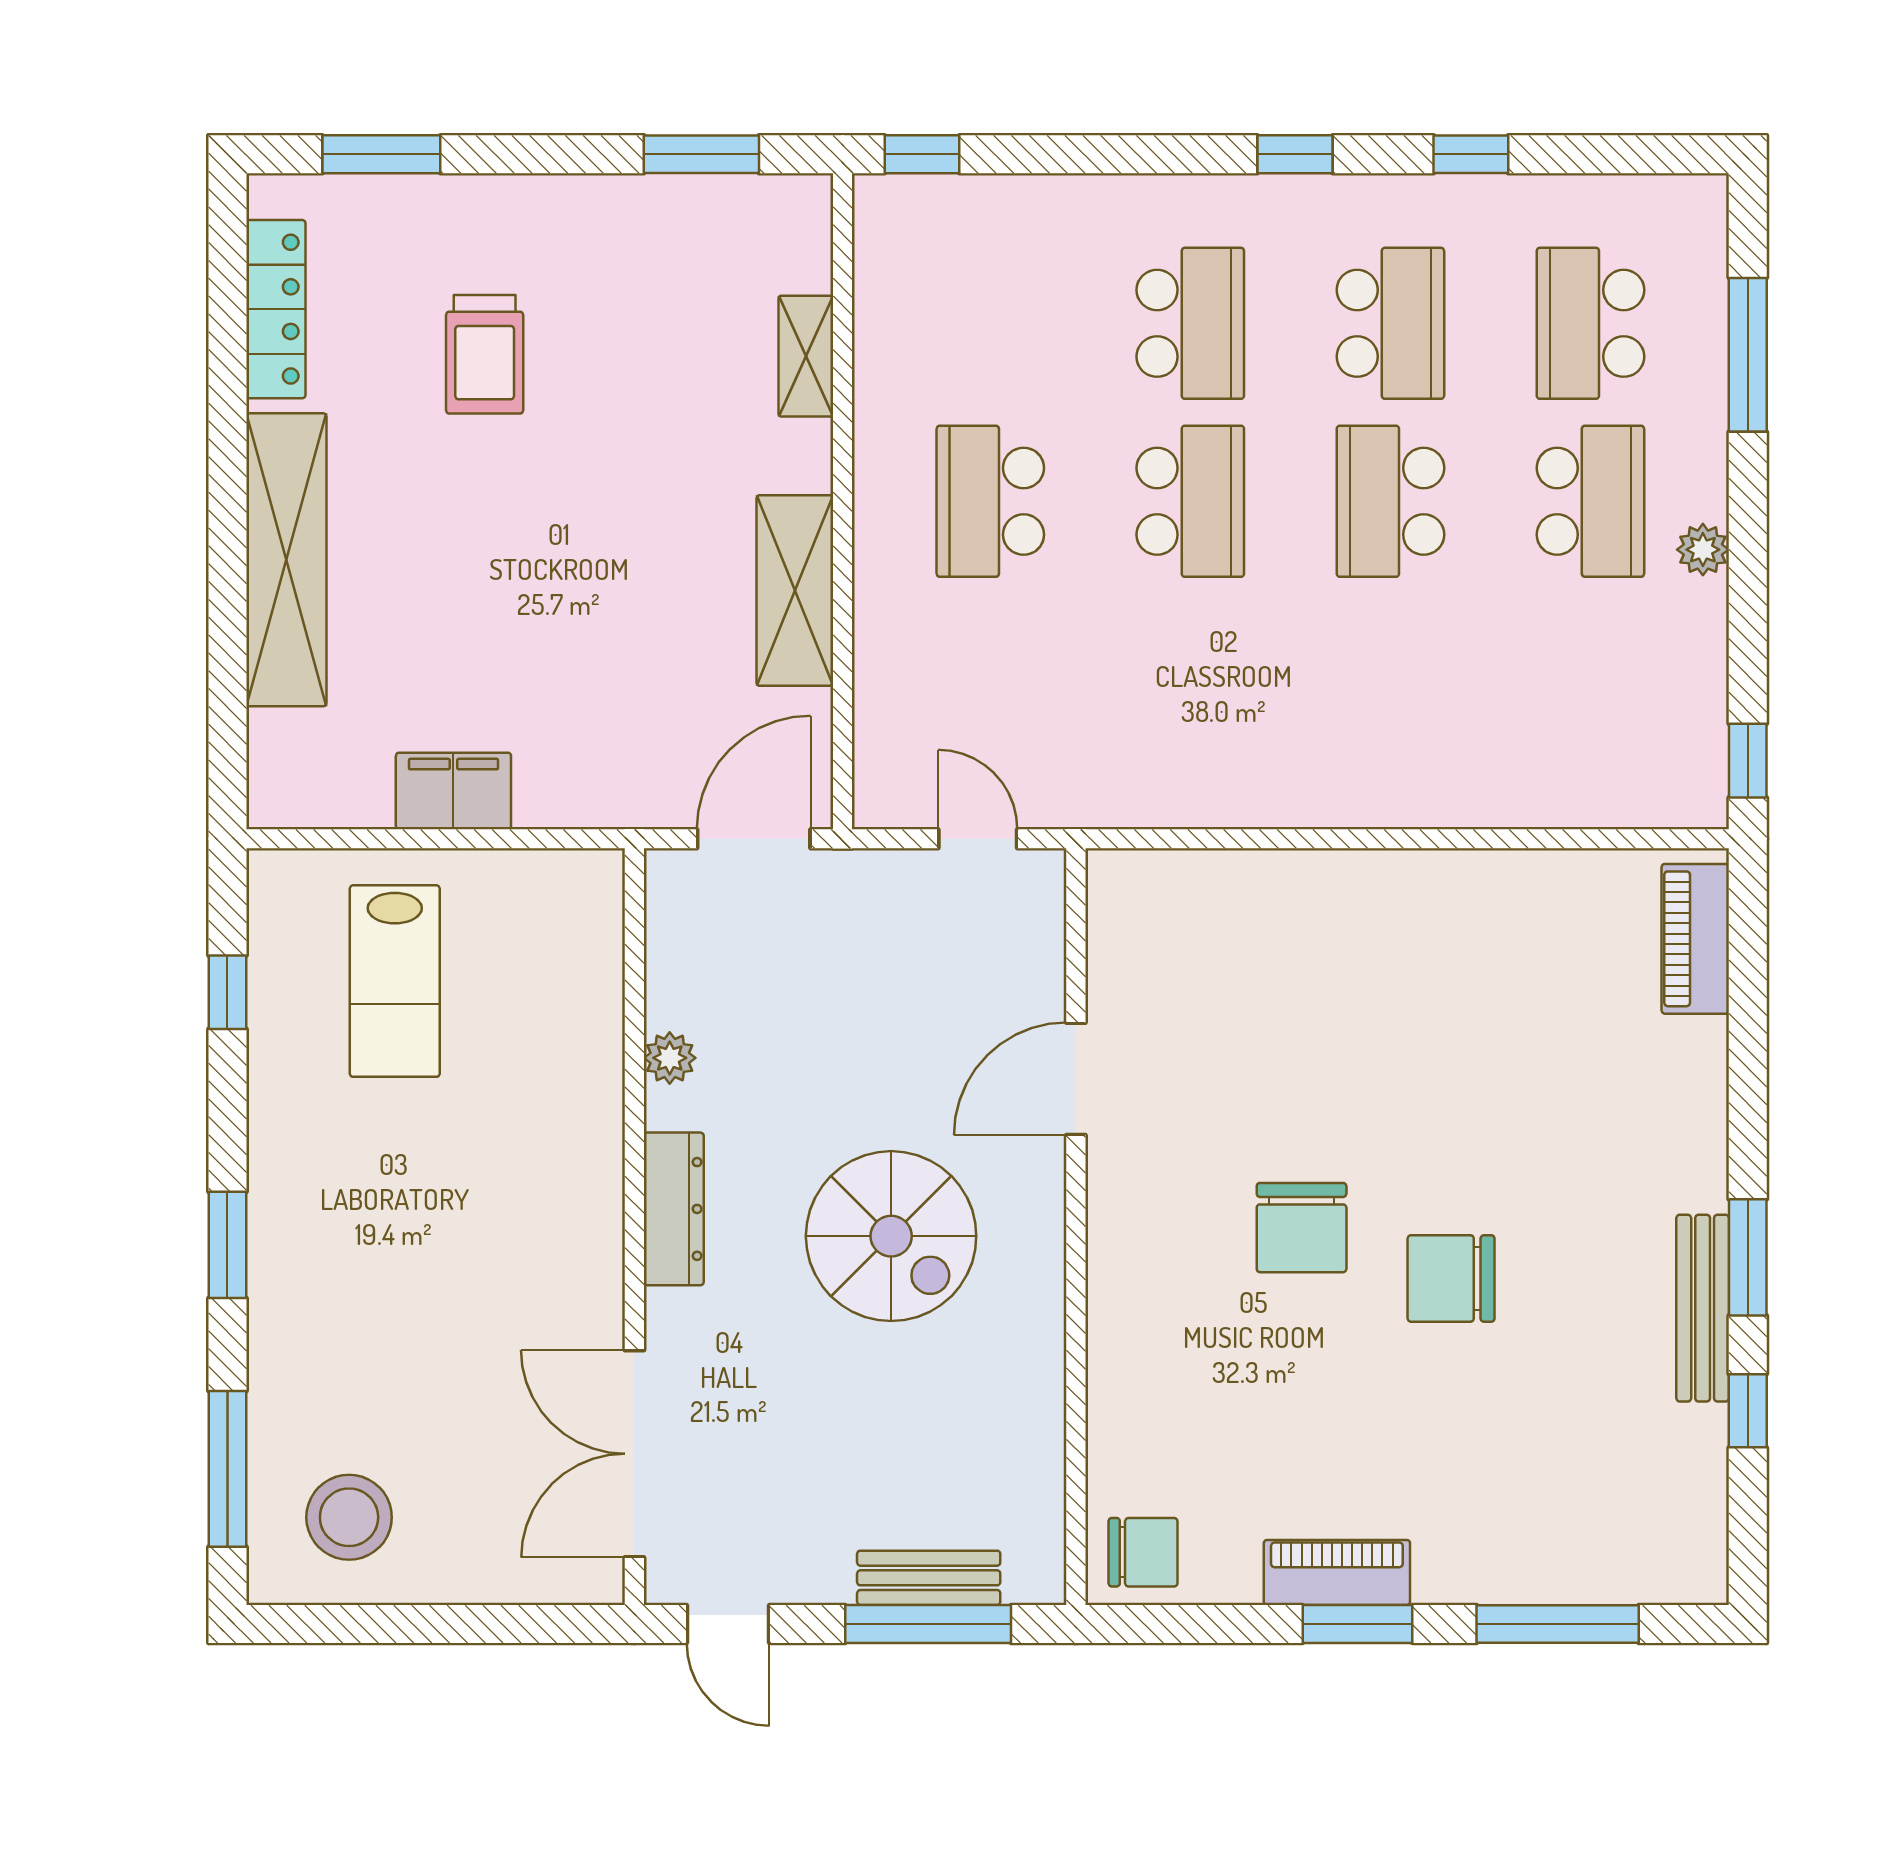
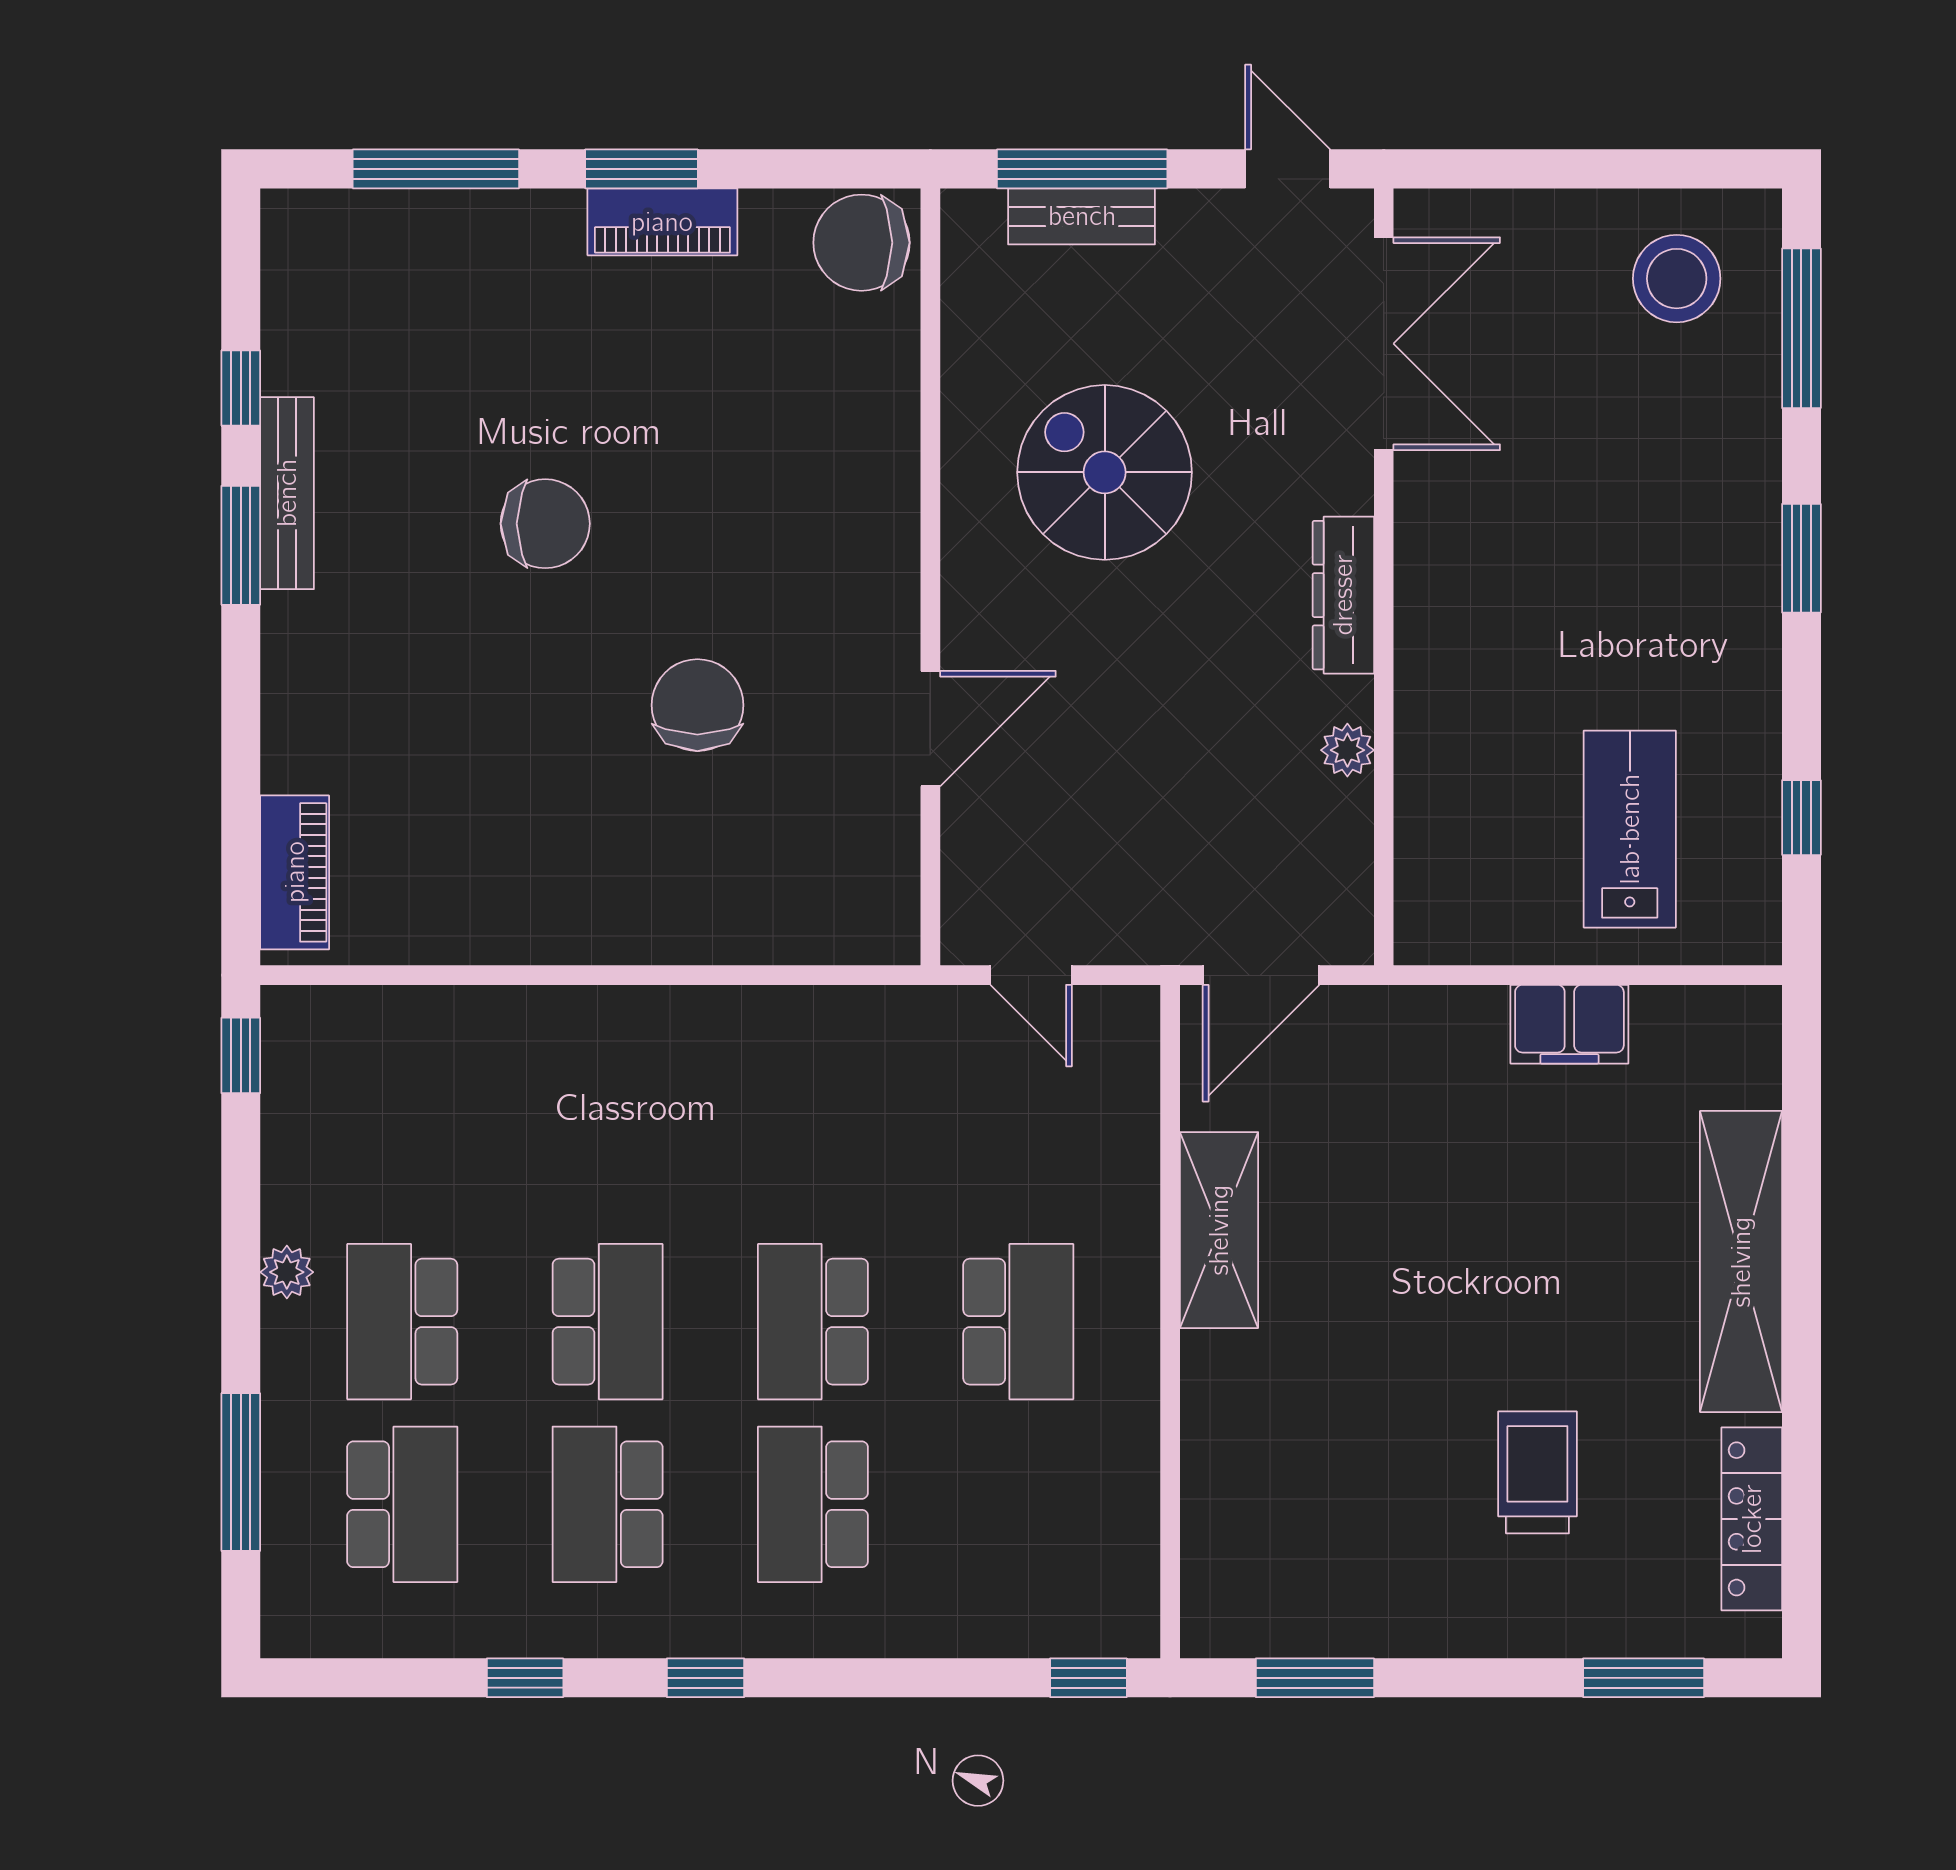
shelving: (806, 356) -> (1208, 1471), removed
chair: (1302, 1228) -> (697, 705), moved
spiral stairs: (891, 1236) -> (1105, 472), moved
chair: (1143, 1552) -> (861, 243), width x1.37, depth x1.37

